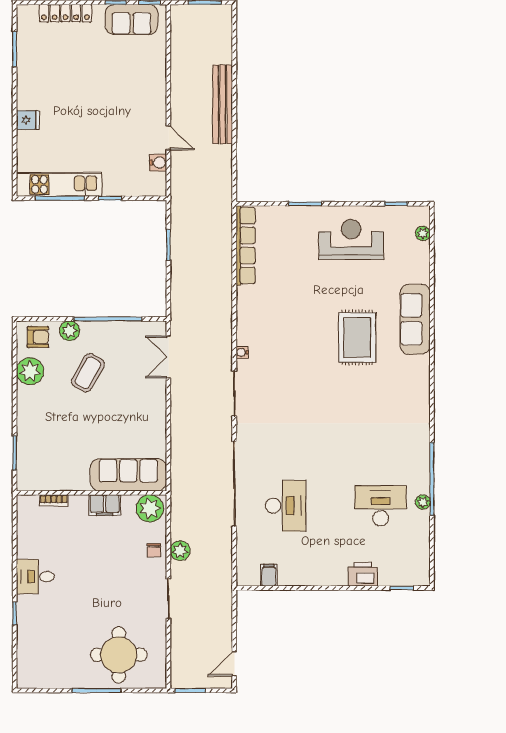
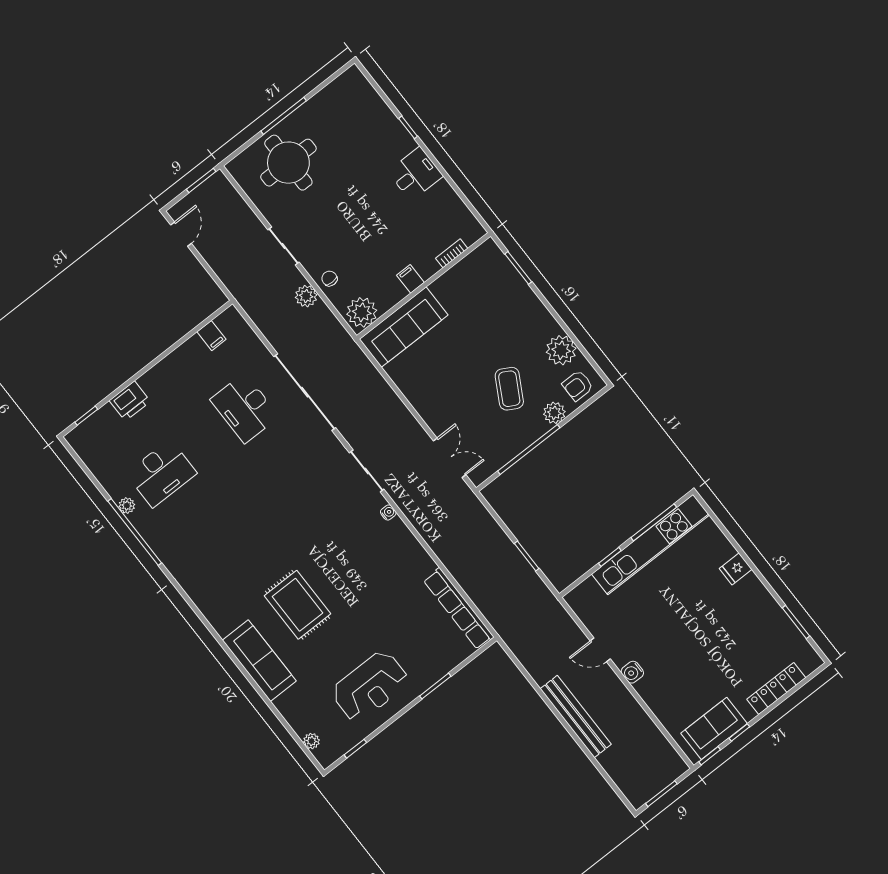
water cooler: (158, 163) -> (632, 672), moved
kitchen unit: (59, 184) -> (650, 545), width x1.36
filing cabinet: (105, 505) -> (410, 279), width x0.50

